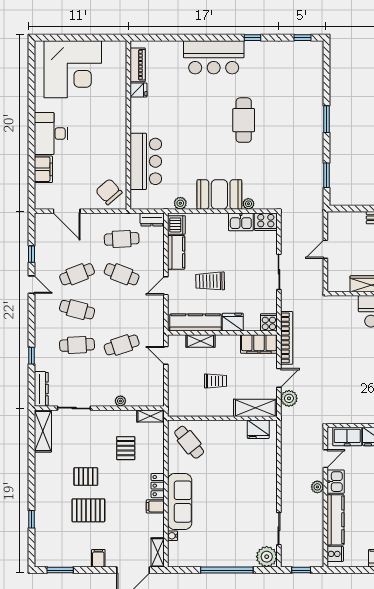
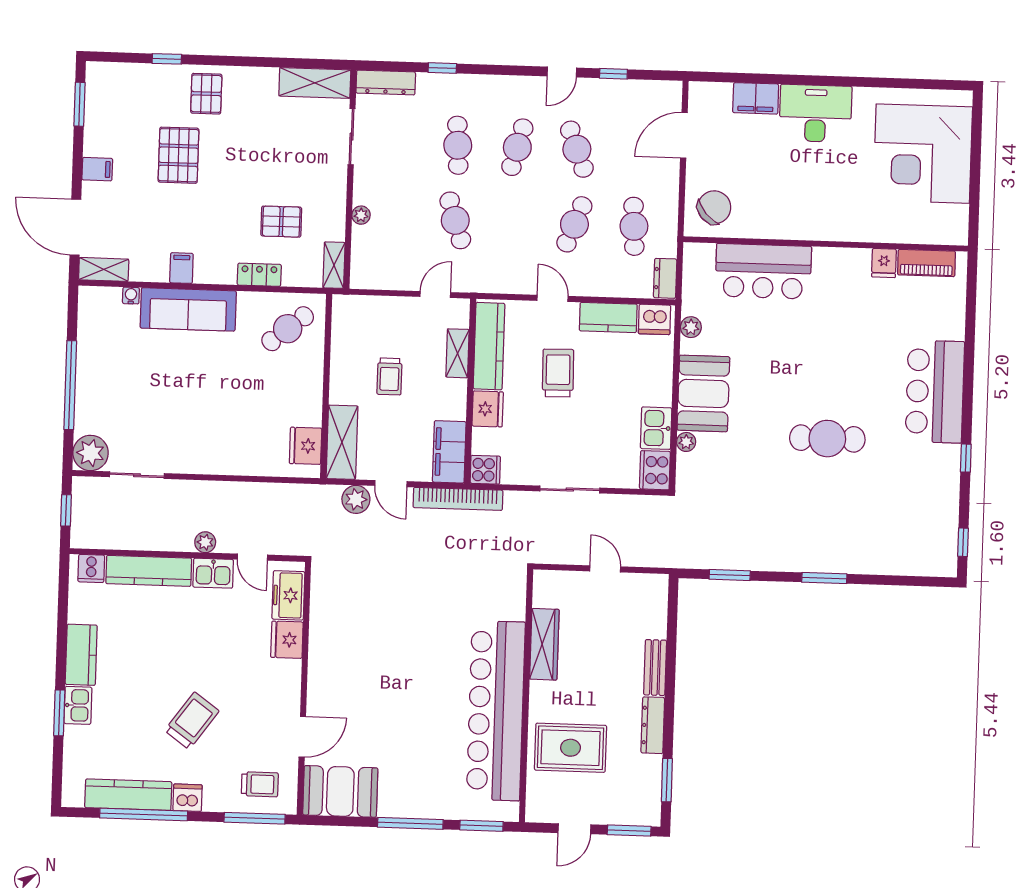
pallet: (86, 477) -> (206, 94), moved
locker: (158, 486) -> (259, 275), moved

